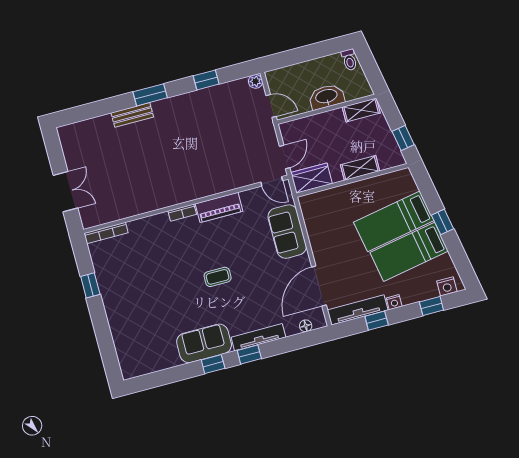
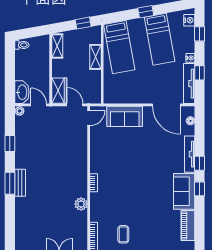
washbasin: (327, 97) -> (22, 92), moved, turned 180
door: (271, 106) -> (39, 105), hinge flipped
bench: (132, 115) -> (20, 183), moved
wardrobe: (312, 178) -> (59, 91), moved, turned 180
plant: (147, 203) -> (81, 204), added
piano: (219, 207) -> (188, 225), moved, turned 180
bed: (394, 221) -> (119, 47), moved
coffee table: (218, 277) -> (123, 234), moved

